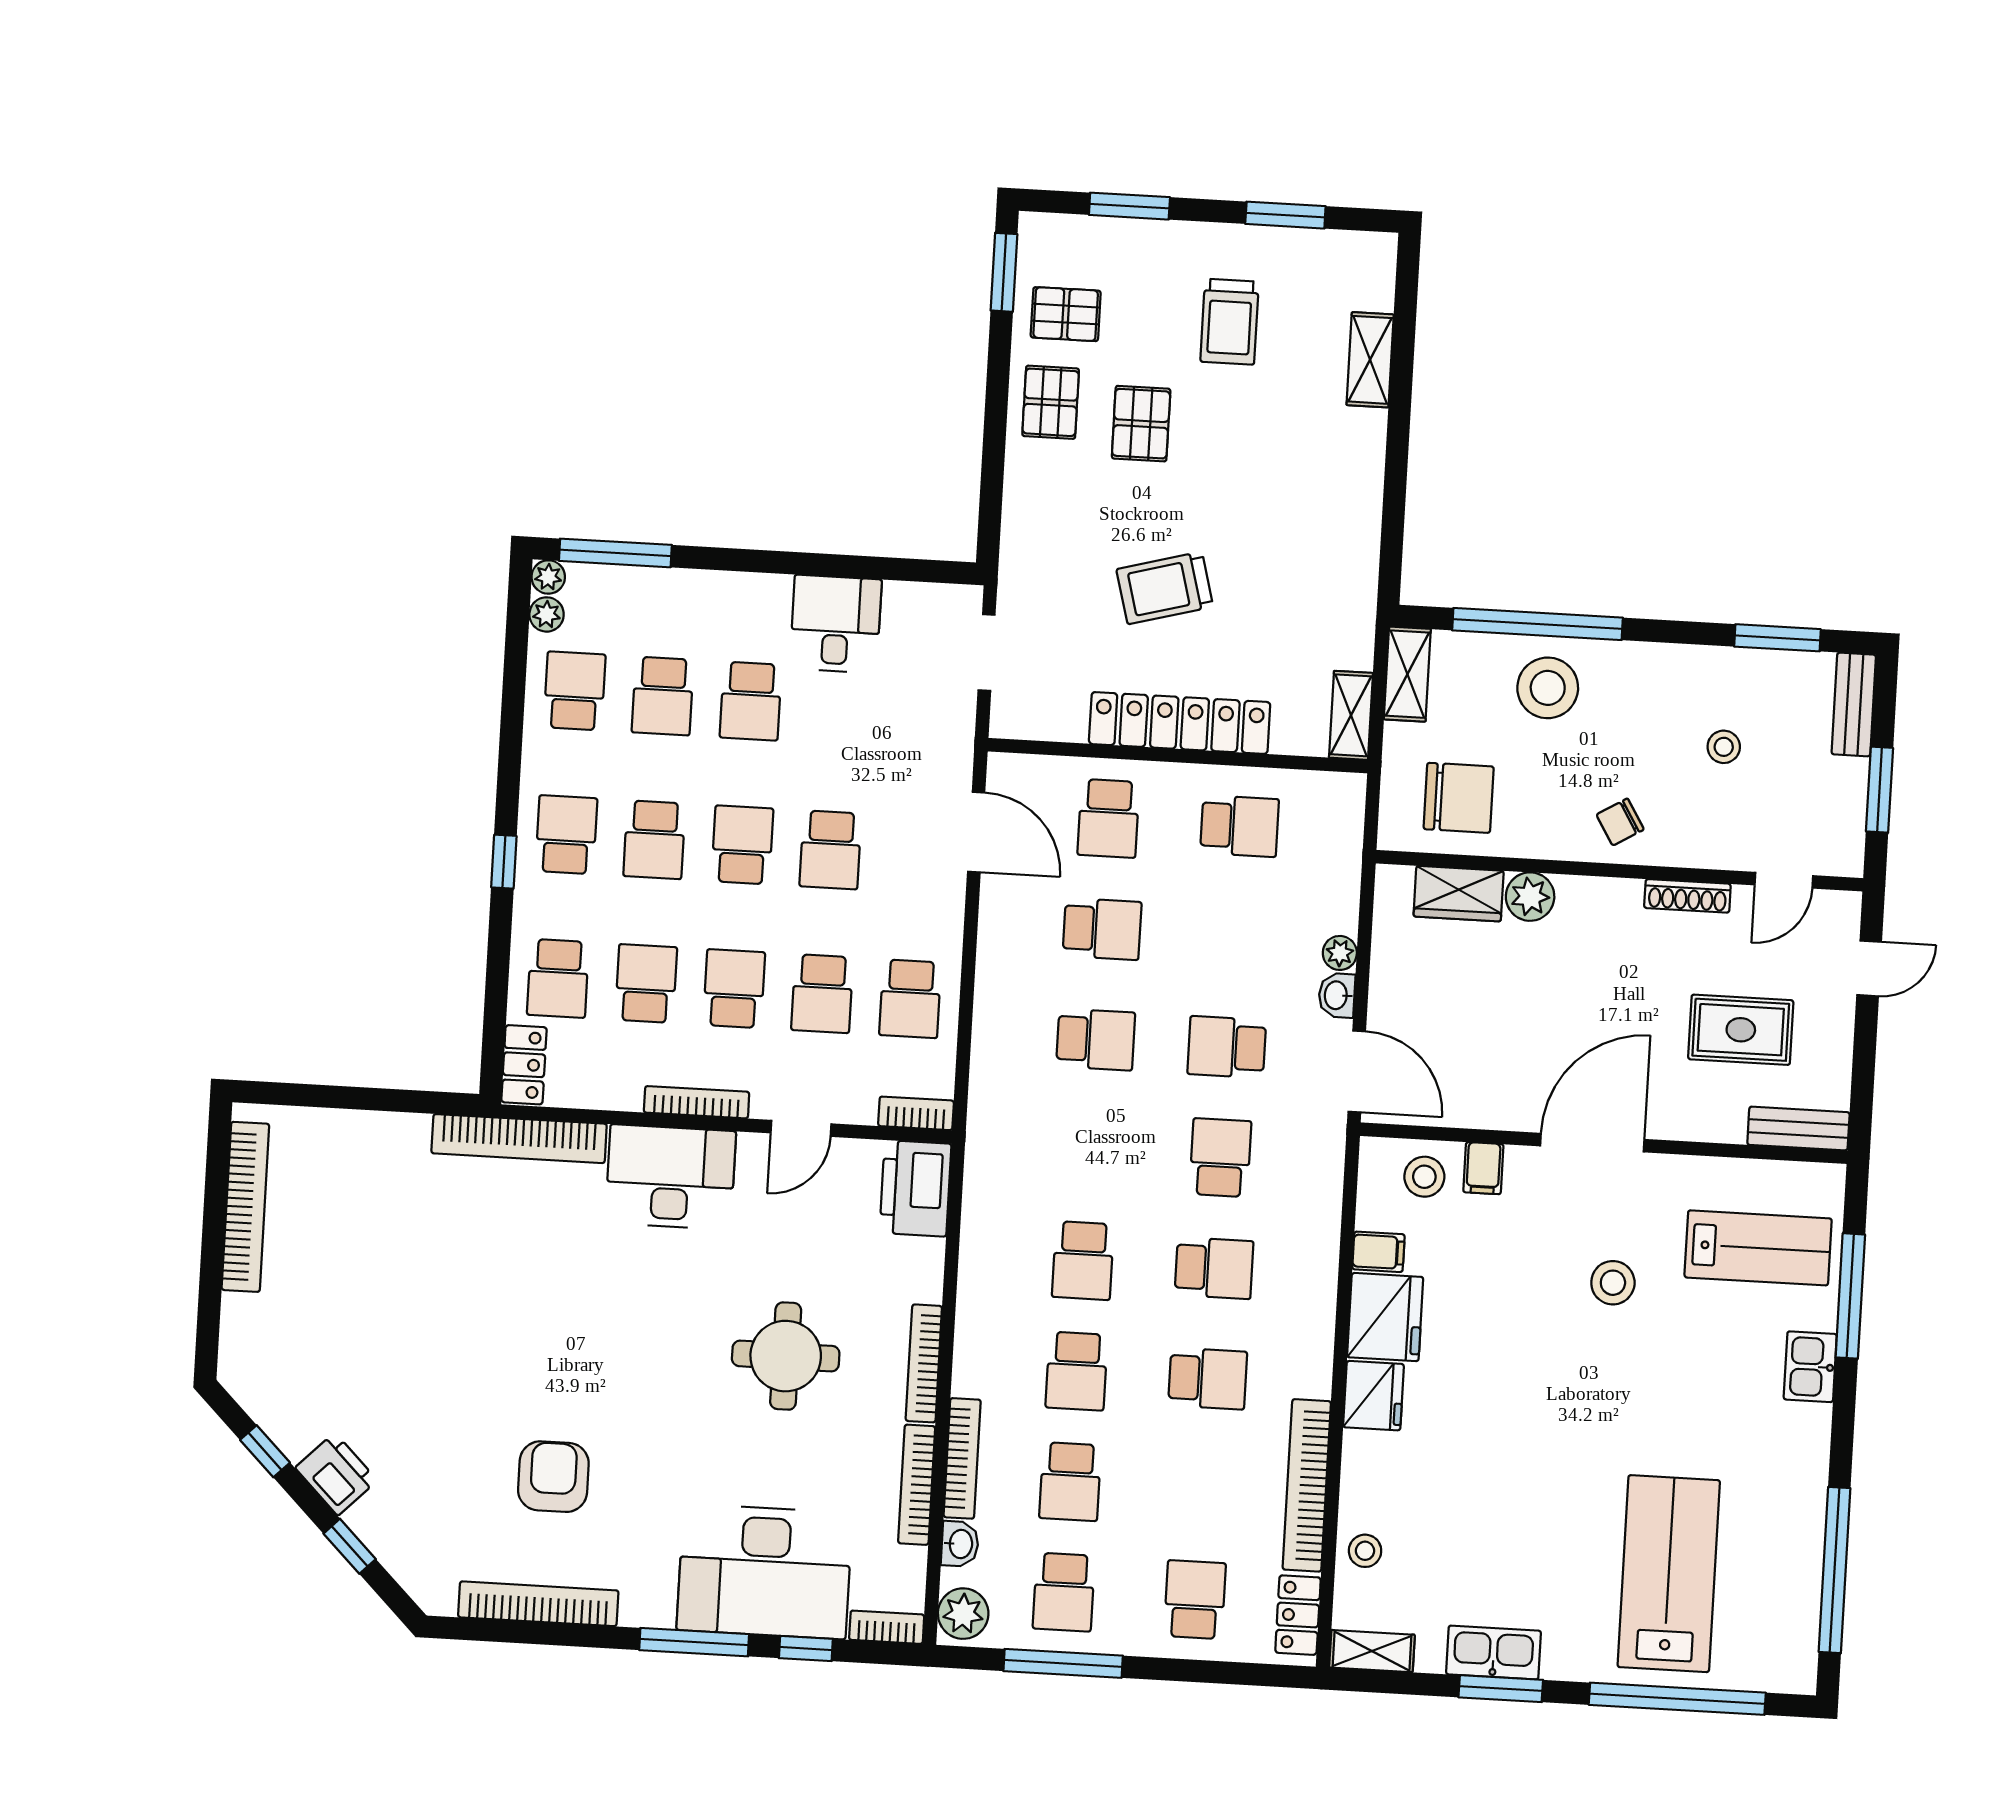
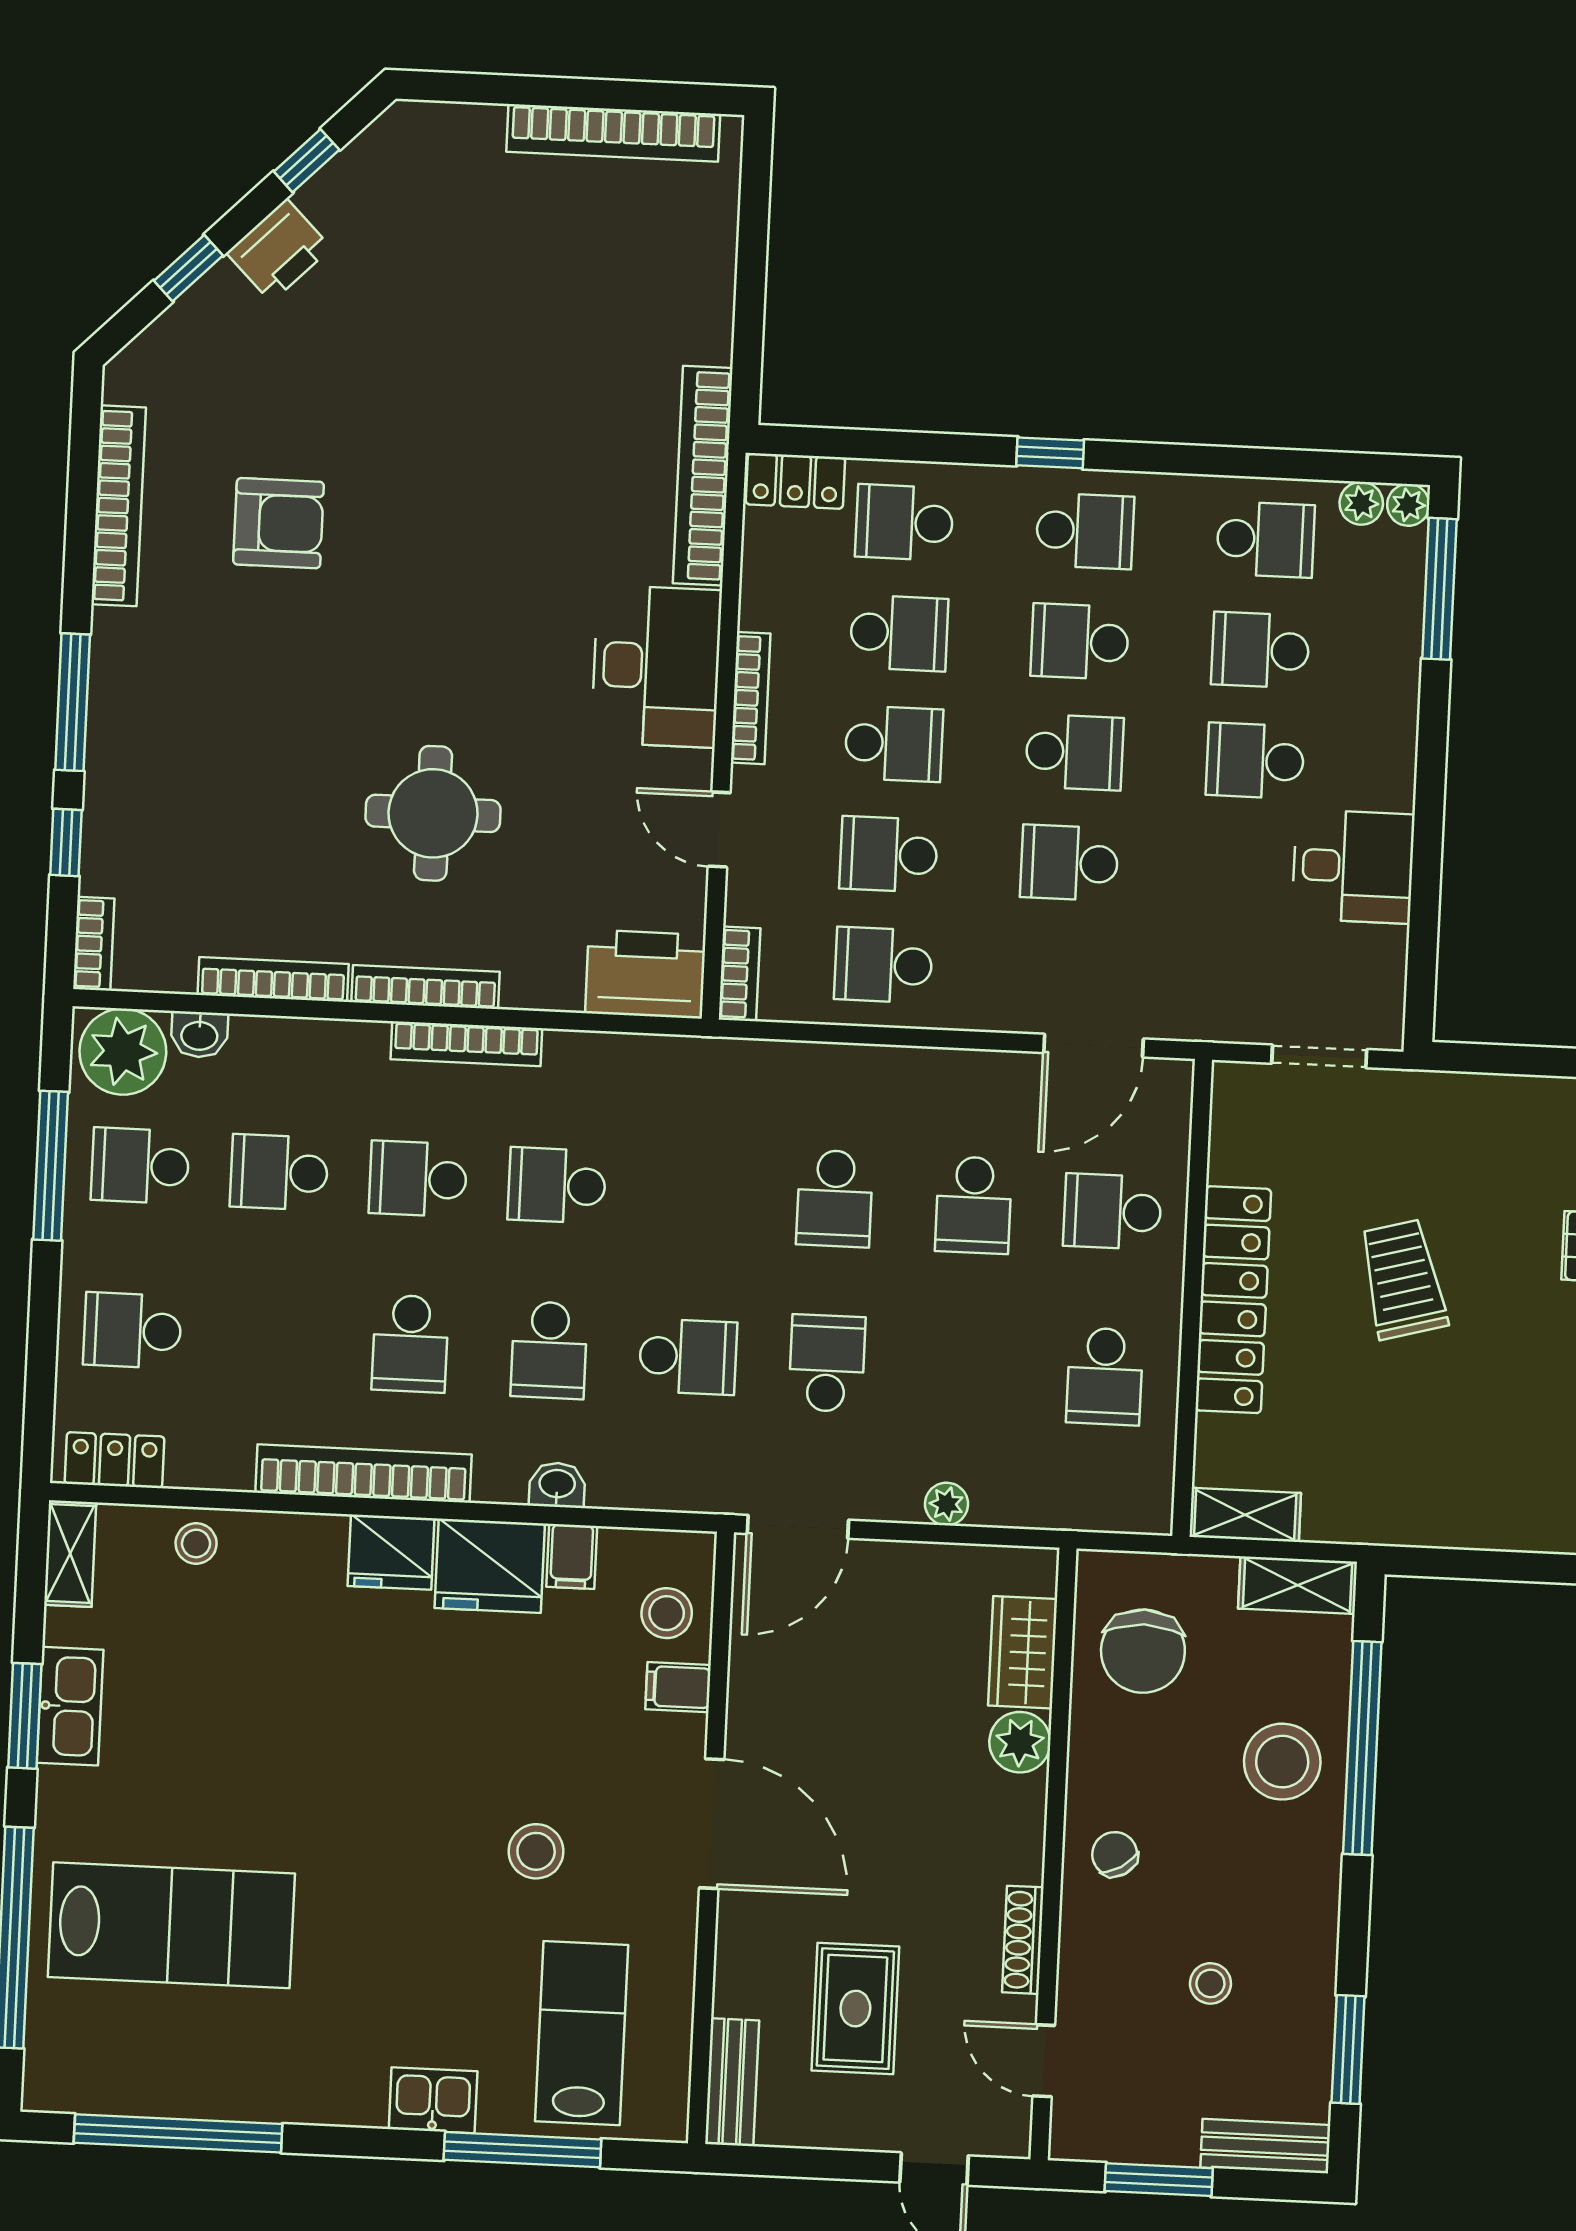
washbasin: (1337, 995) -> (557, 1485), moved
lab bench: (1758, 1248) -> (582, 2033), turned 180
bookcase: (962, 1458) -> (466, 1044), moved
bookcase: (1307, 1485) -> (364, 1474), moved
desk: (765, 1571) -> (162, 790), removed
school desk: (1195, 1600) -> (132, 1330), turned 180
plant: (963, 1614) -> (123, 1052), width x1.36, depth x1.36

